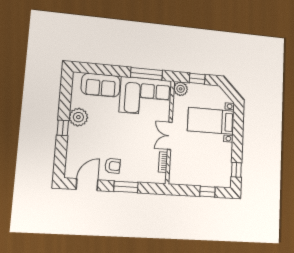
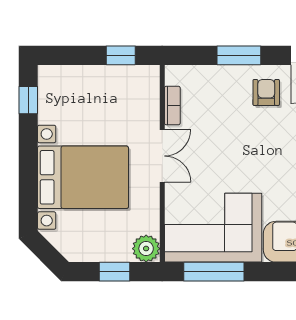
bed with nightstands: (211, 121) -> (83, 177), width x1.36
armchair: (113, 166) -> (266, 92), turned 88
window: (207, 192) -> (121, 55), moved

